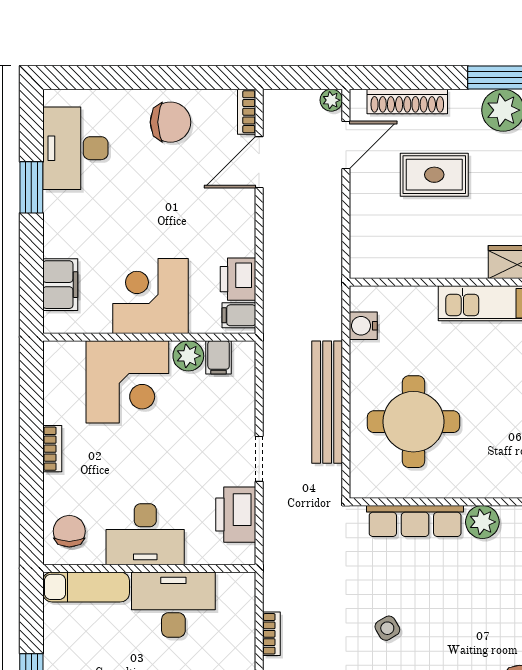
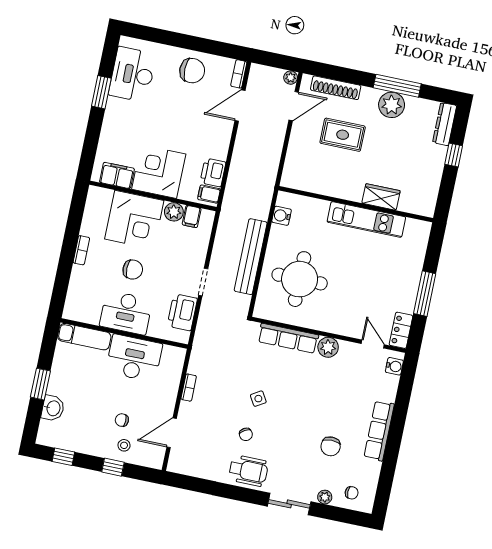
filing cabinet: (60, 285) -> (117, 175), moved, turned -90
chair: (69, 531) -> (133, 270), moved, turned 90

